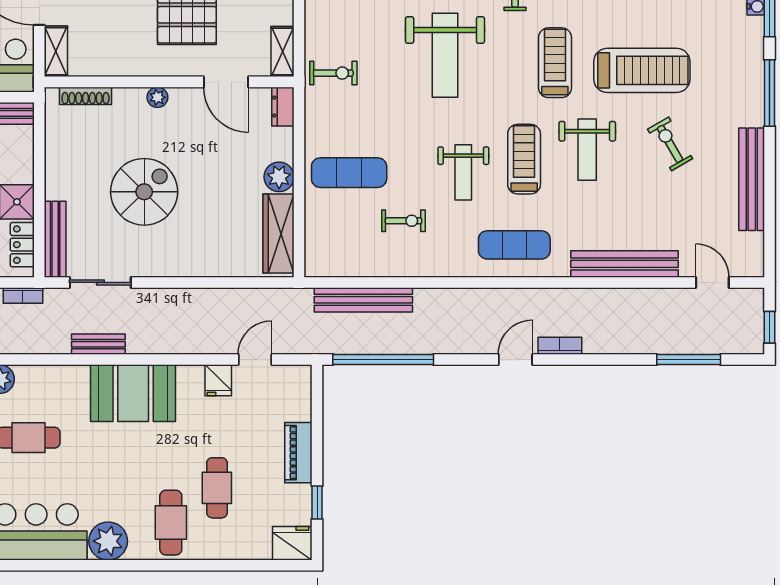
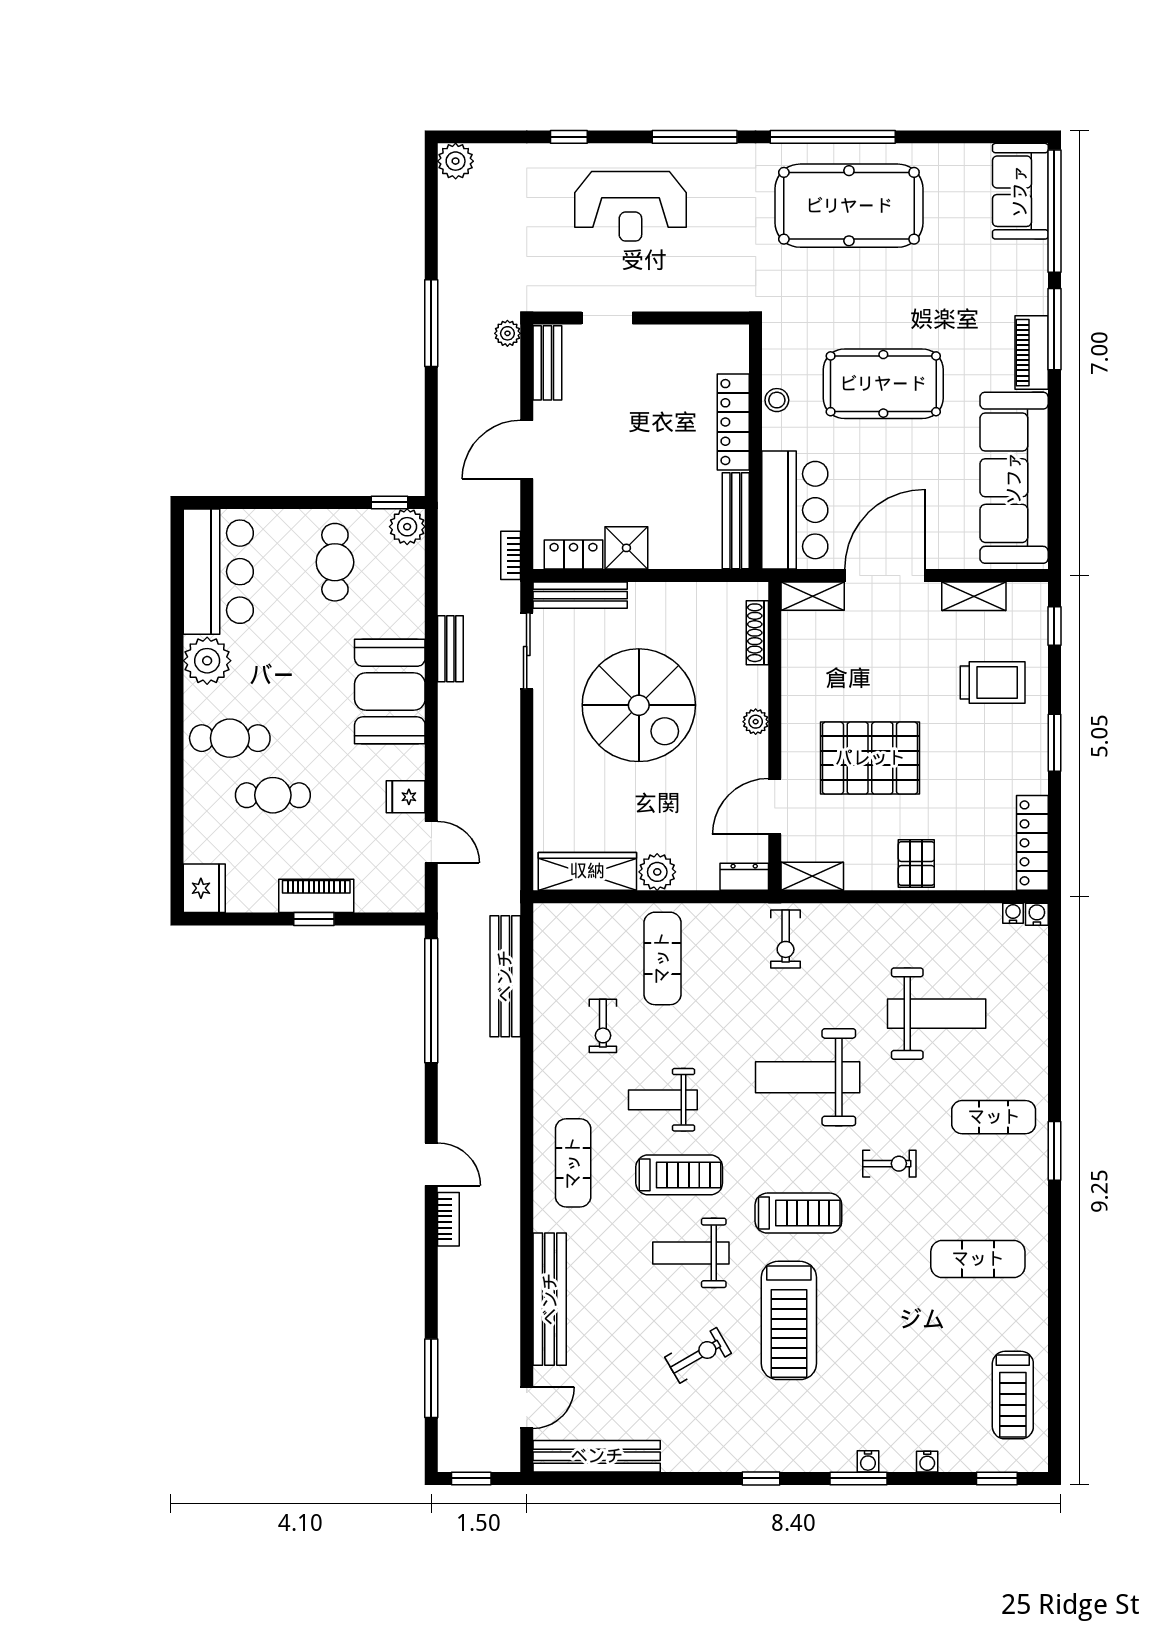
window: (770, 93) -> (761, 1478), width x0.46
bench: (752, 179) -> (597, 1456), moved
spiral stairs: (144, 192) -> (639, 705), width x1.37, depth x1.37
window: (317, 502) -> (314, 919), moved

